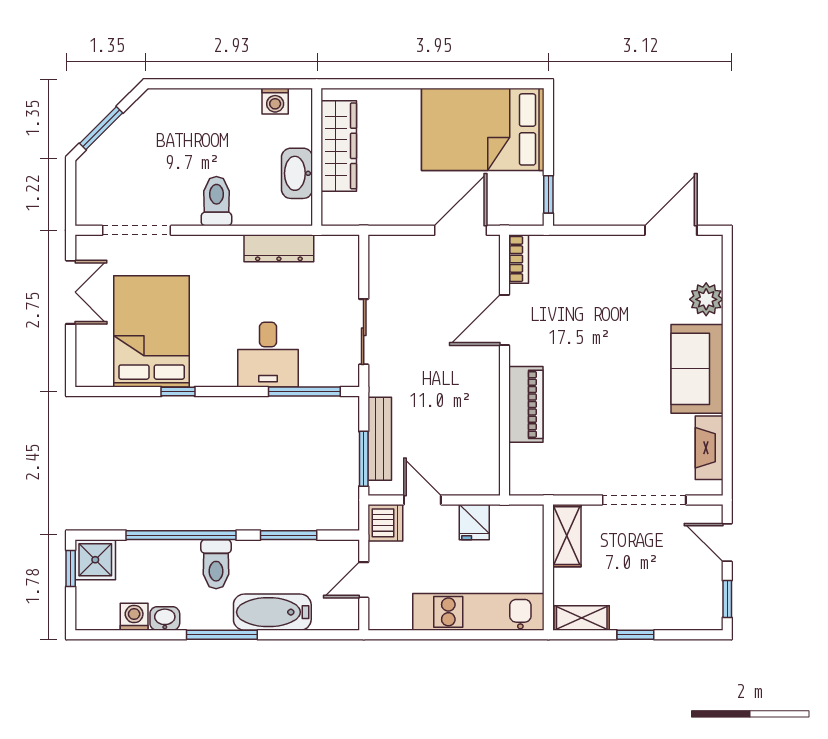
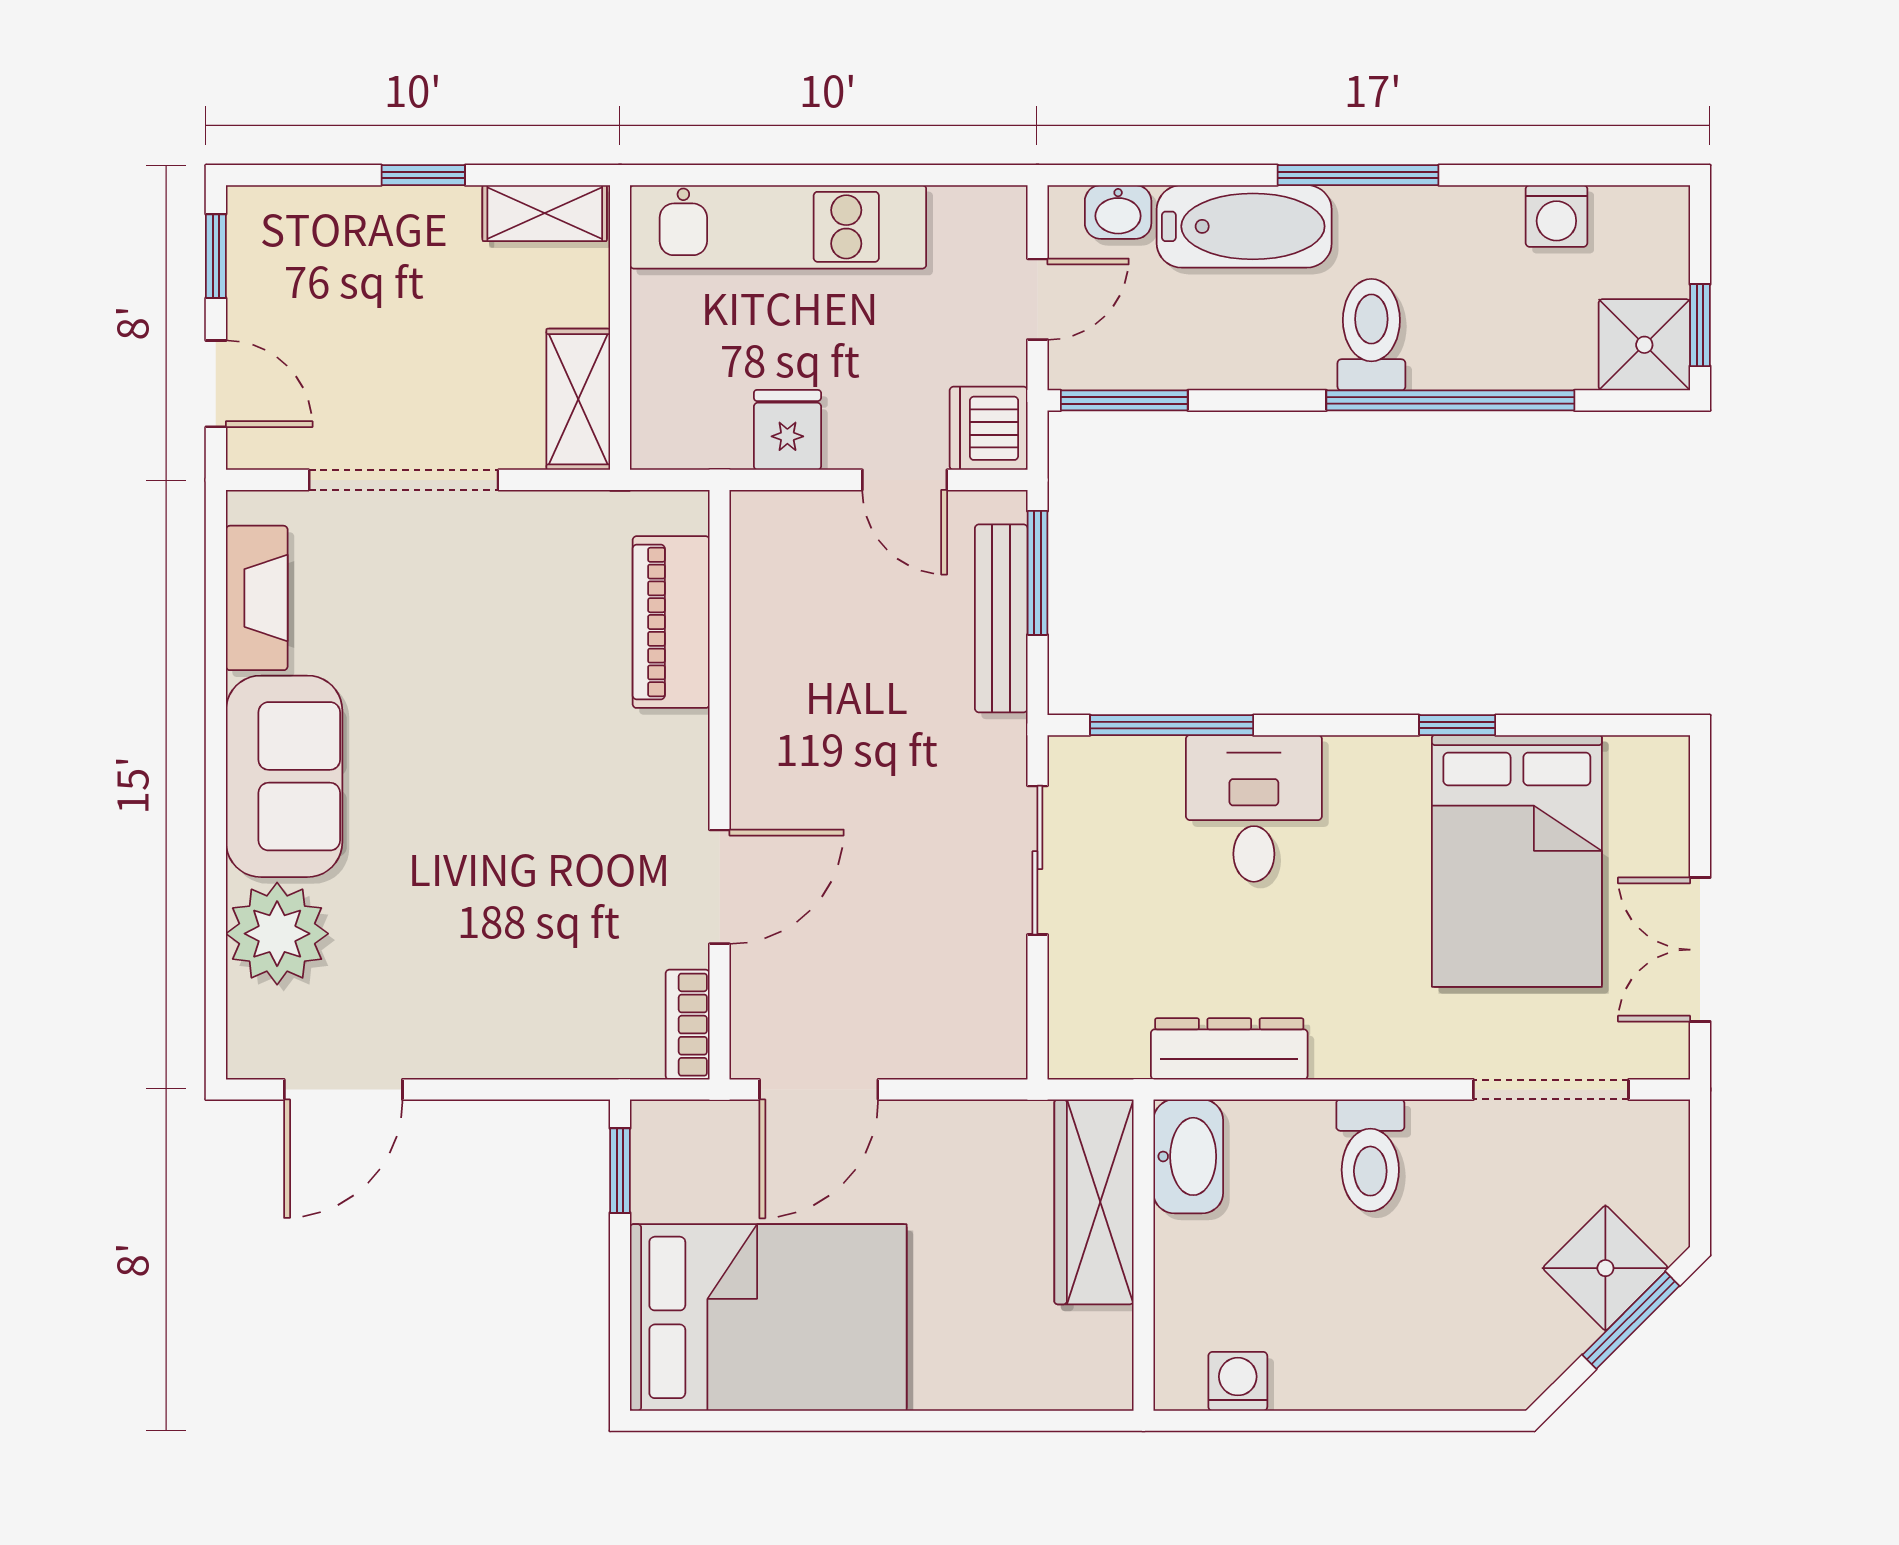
wardrobe: (339, 146) -> (1094, 1202), moved
shower: (112, 151) -> (1605, 1268), added
washbasin: (297, 173) -> (1188, 1156), moved
plant: (706, 299) -> (277, 934), width x1.36, depth x1.36
piano: (526, 404) -> (671, 622), moved
window: (289, 535) -> (1124, 400), moved
washbasin: (165, 618) -> (1118, 212), moved

